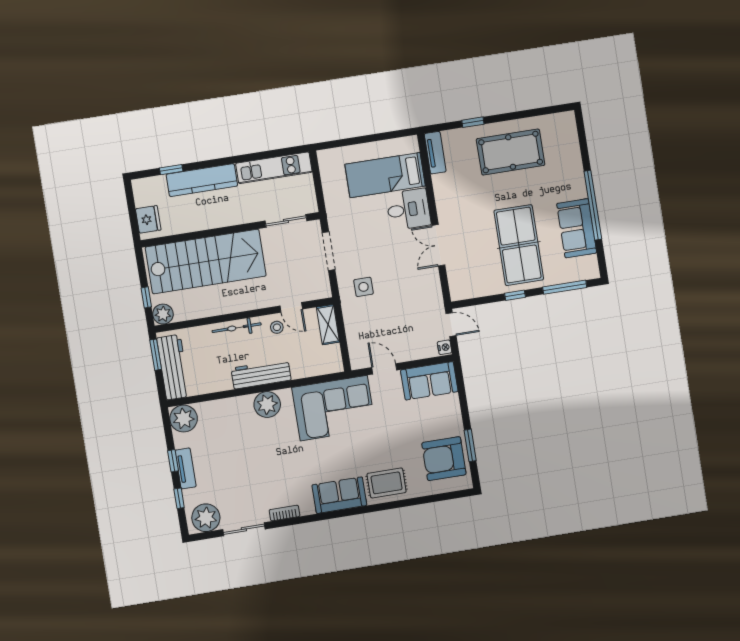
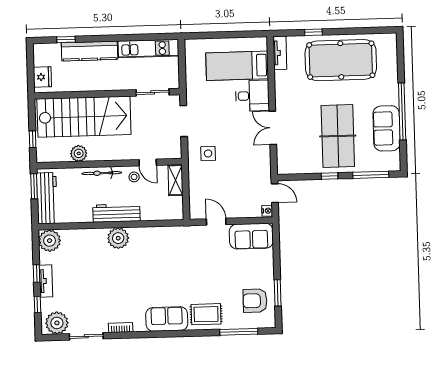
pool table: (511, 152) -> (341, 60), width x1.36, depth x1.32
plant: (163, 314) -> (79, 153), moved
corner sofa: (334, 408) -> (171, 248), removed
armchair: (444, 459) -> (255, 301), width x0.73, depth x0.73
window: (429, 499) -> (239, 332), added

